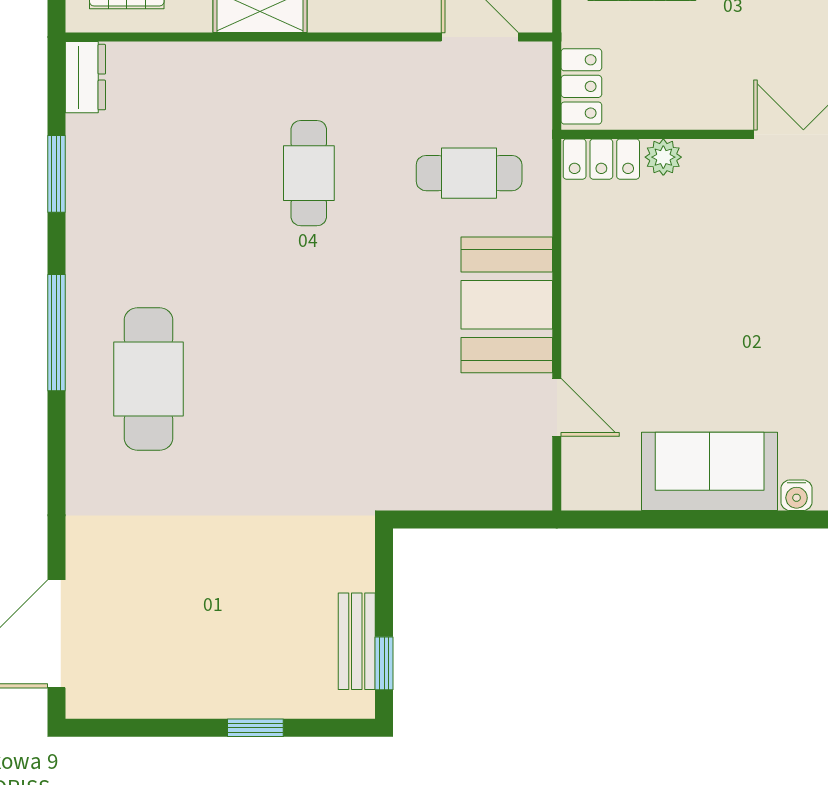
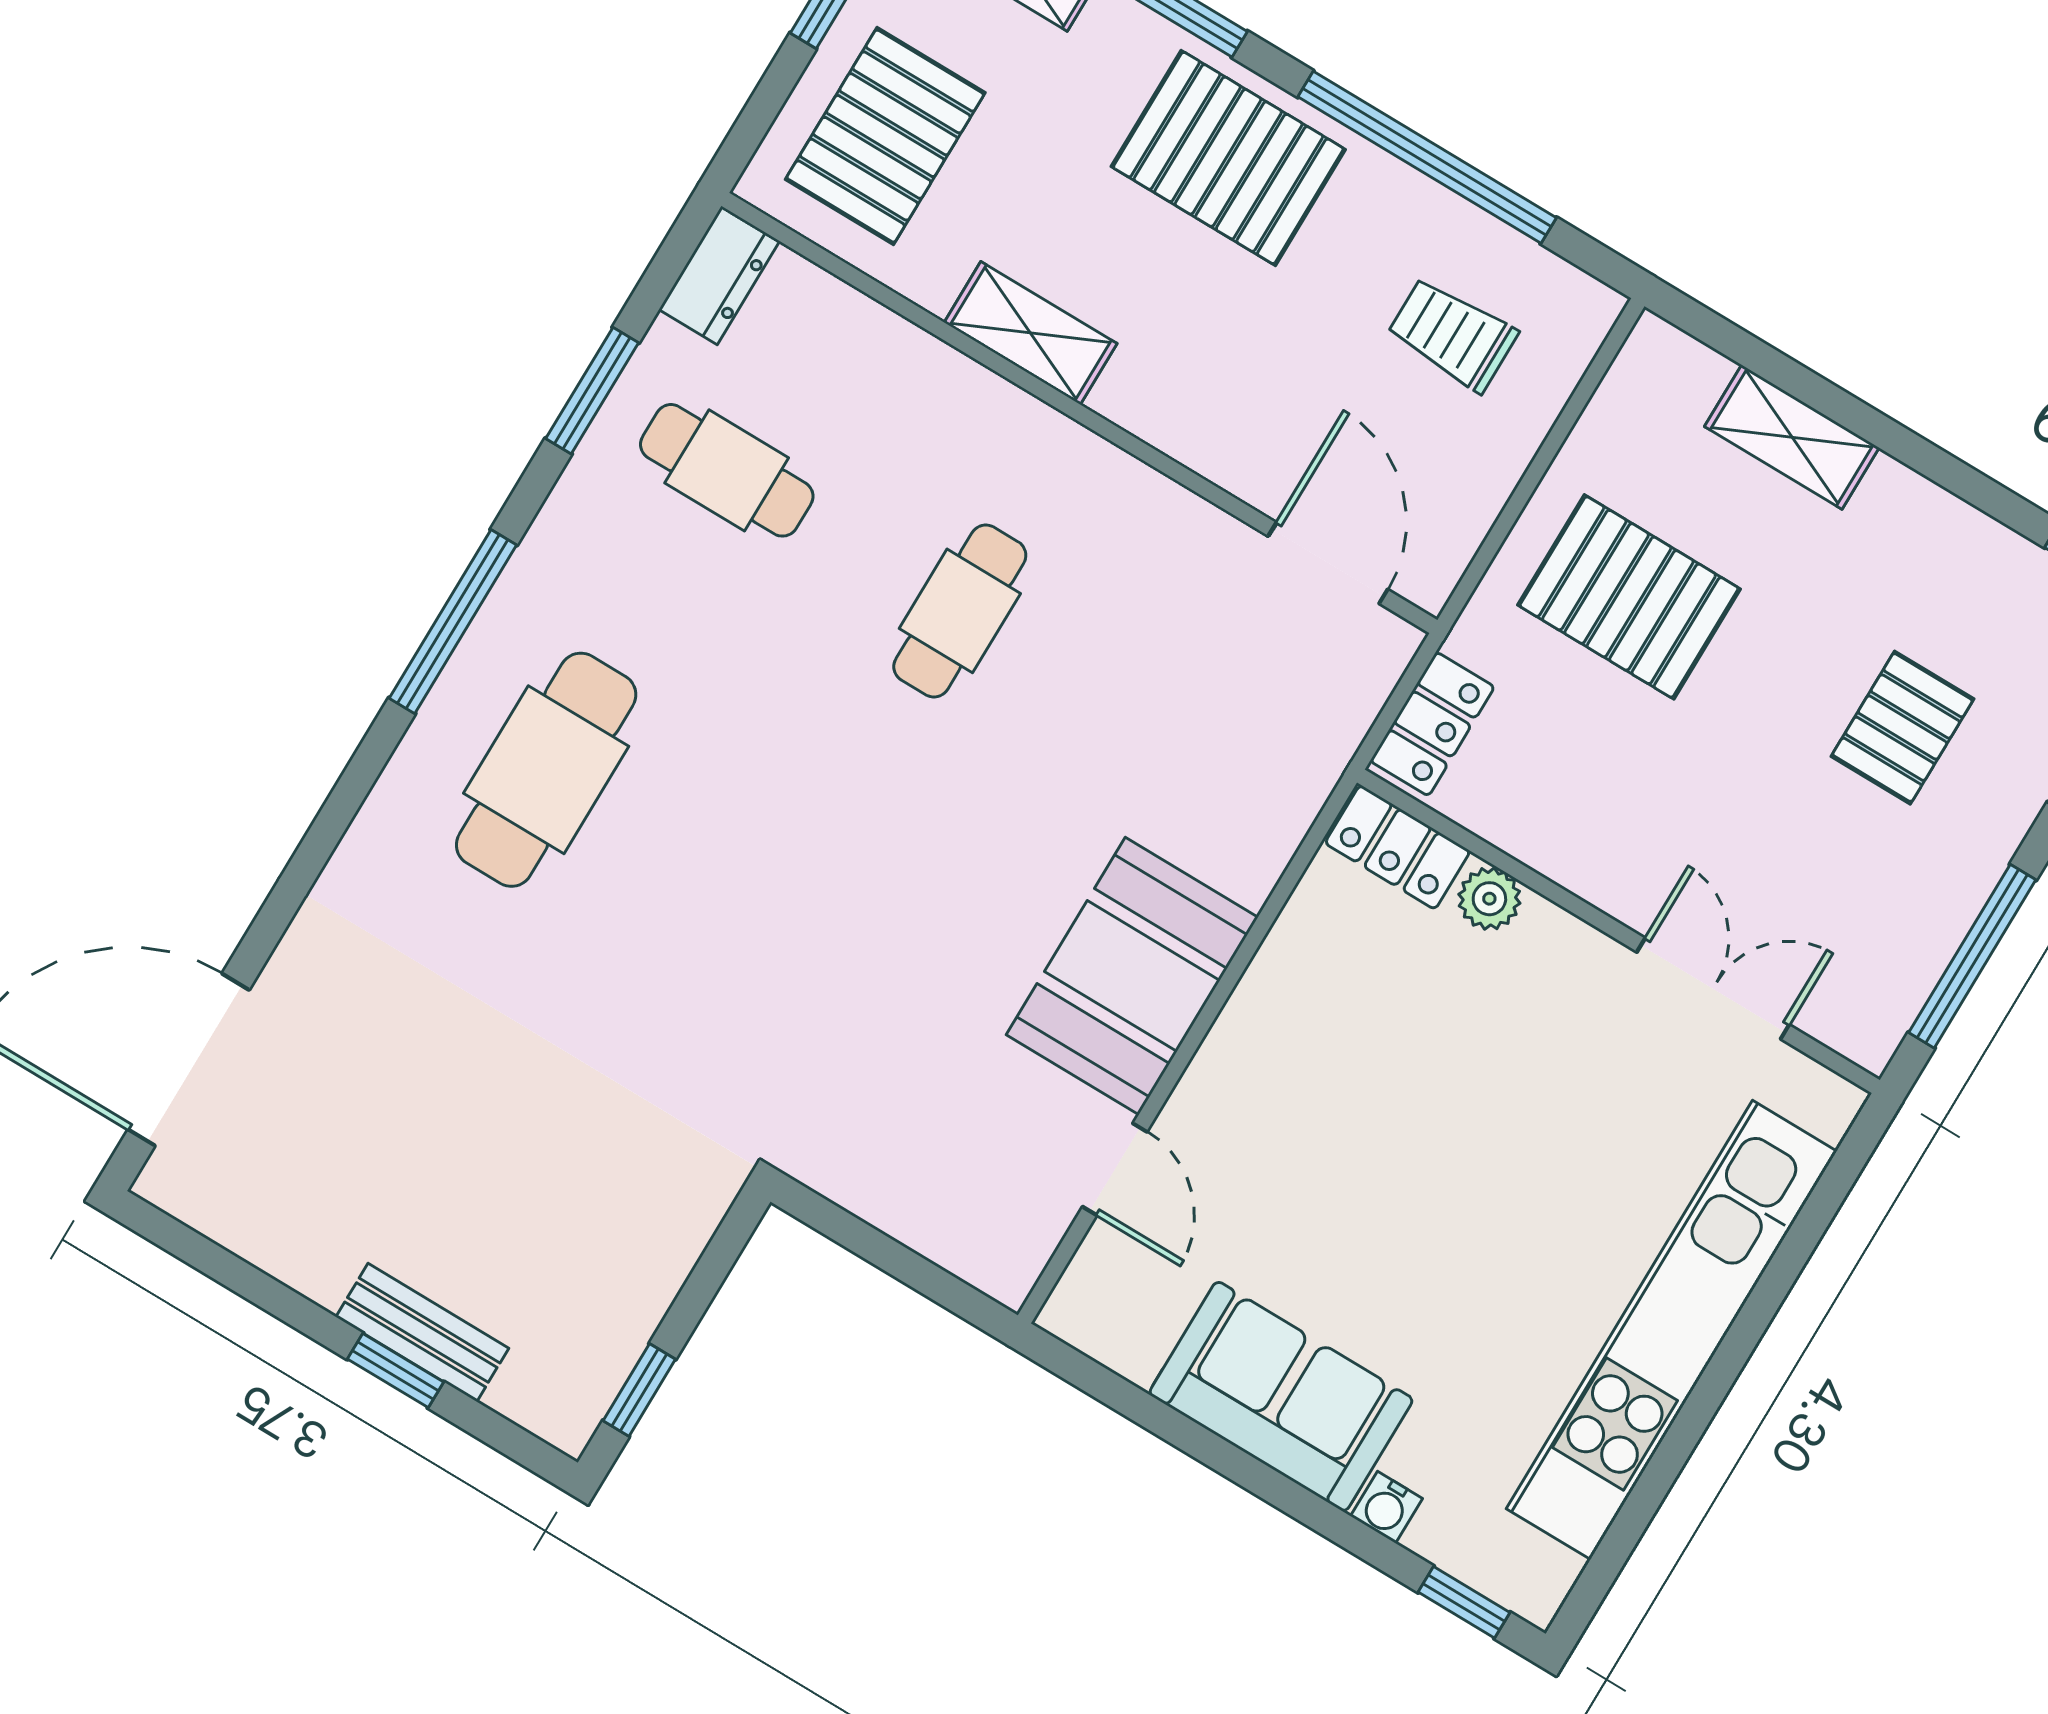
cafe table: (469, 173) -> (727, 470), moved
bench: (357, 641) -> (422, 1333), moved, turned 90

